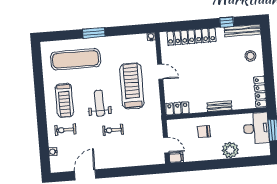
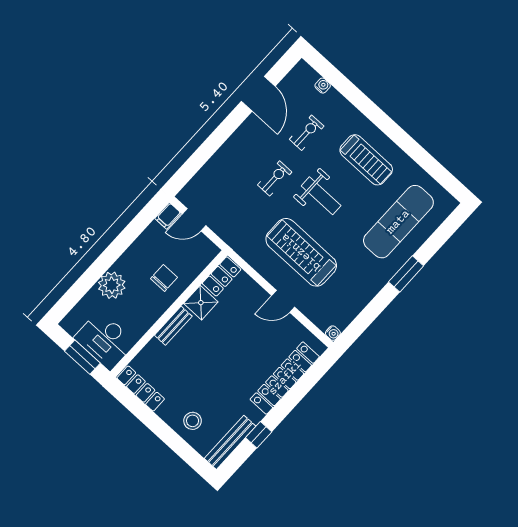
treadmill: (132, 86) -> (301, 252), turned 180
treadmill: (64, 100) -> (366, 160), turned 180
shower: (198, 105) -> (201, 303), added
exercise bike: (65, 130) -> (307, 133), moved

